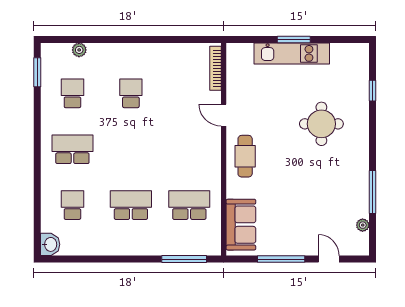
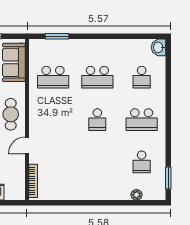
school desk: (131, 93) -> (97, 120), moved
door: (224, 115) -> (27, 145), swing flipped
window: (184, 259) -> (57, 36), width x0.69

